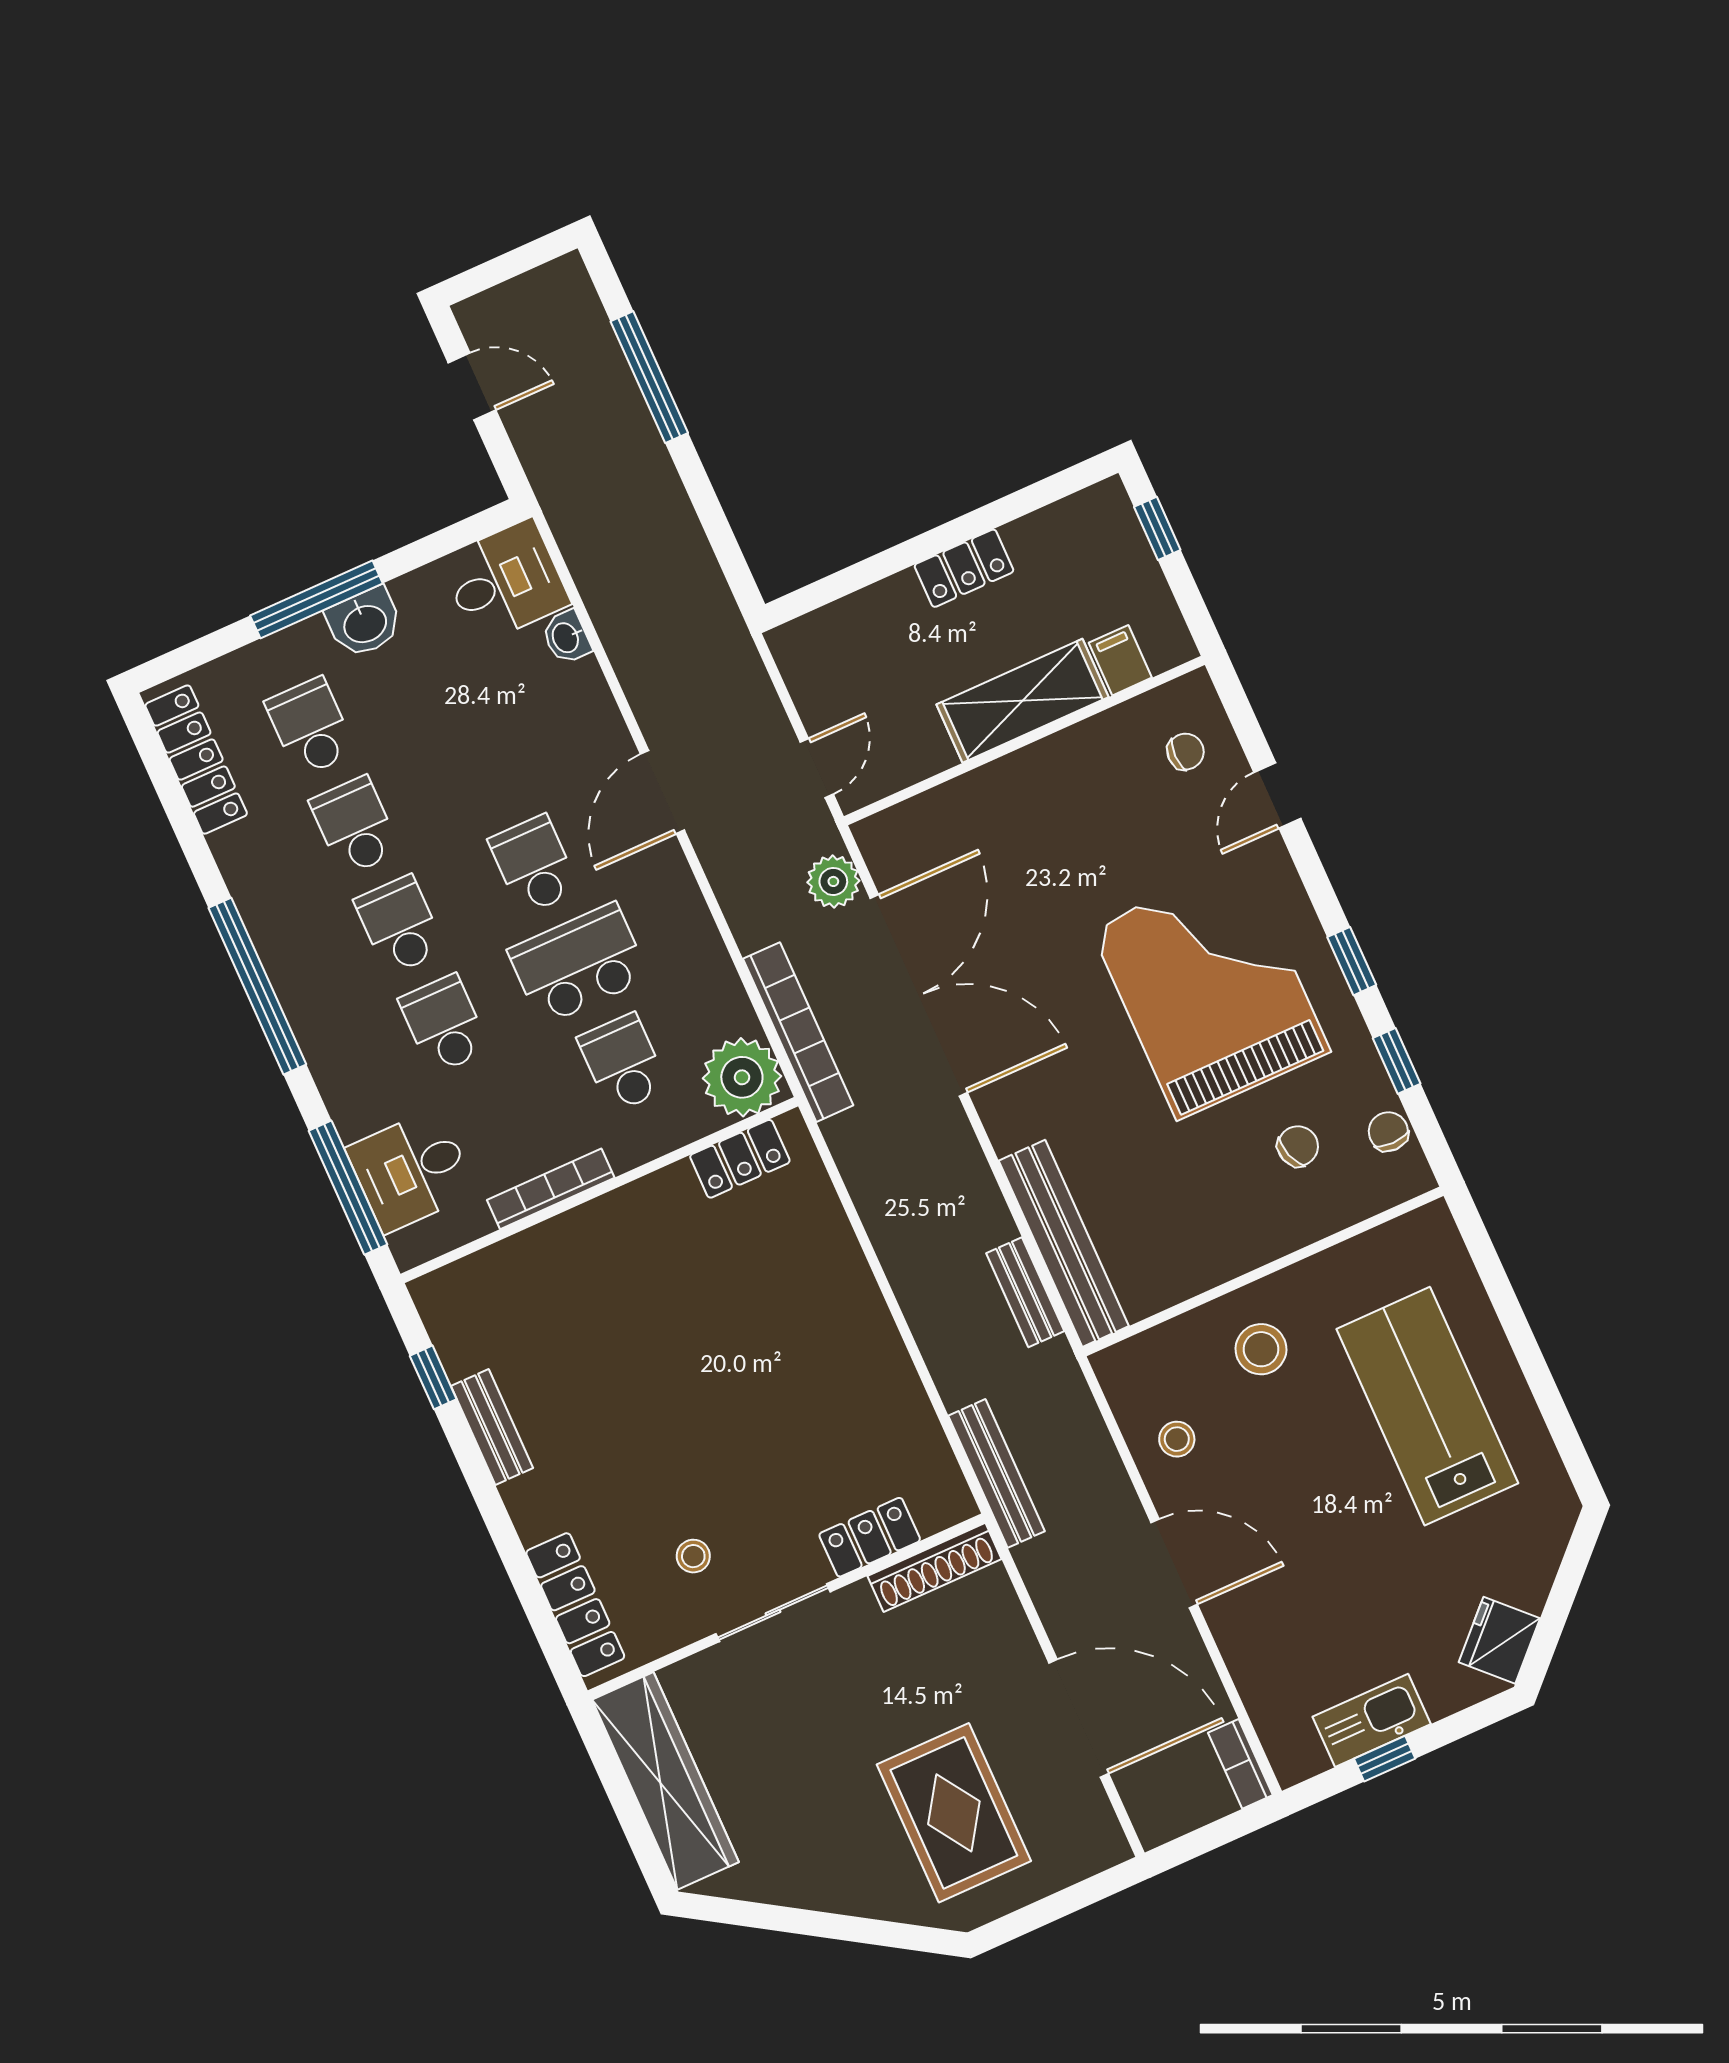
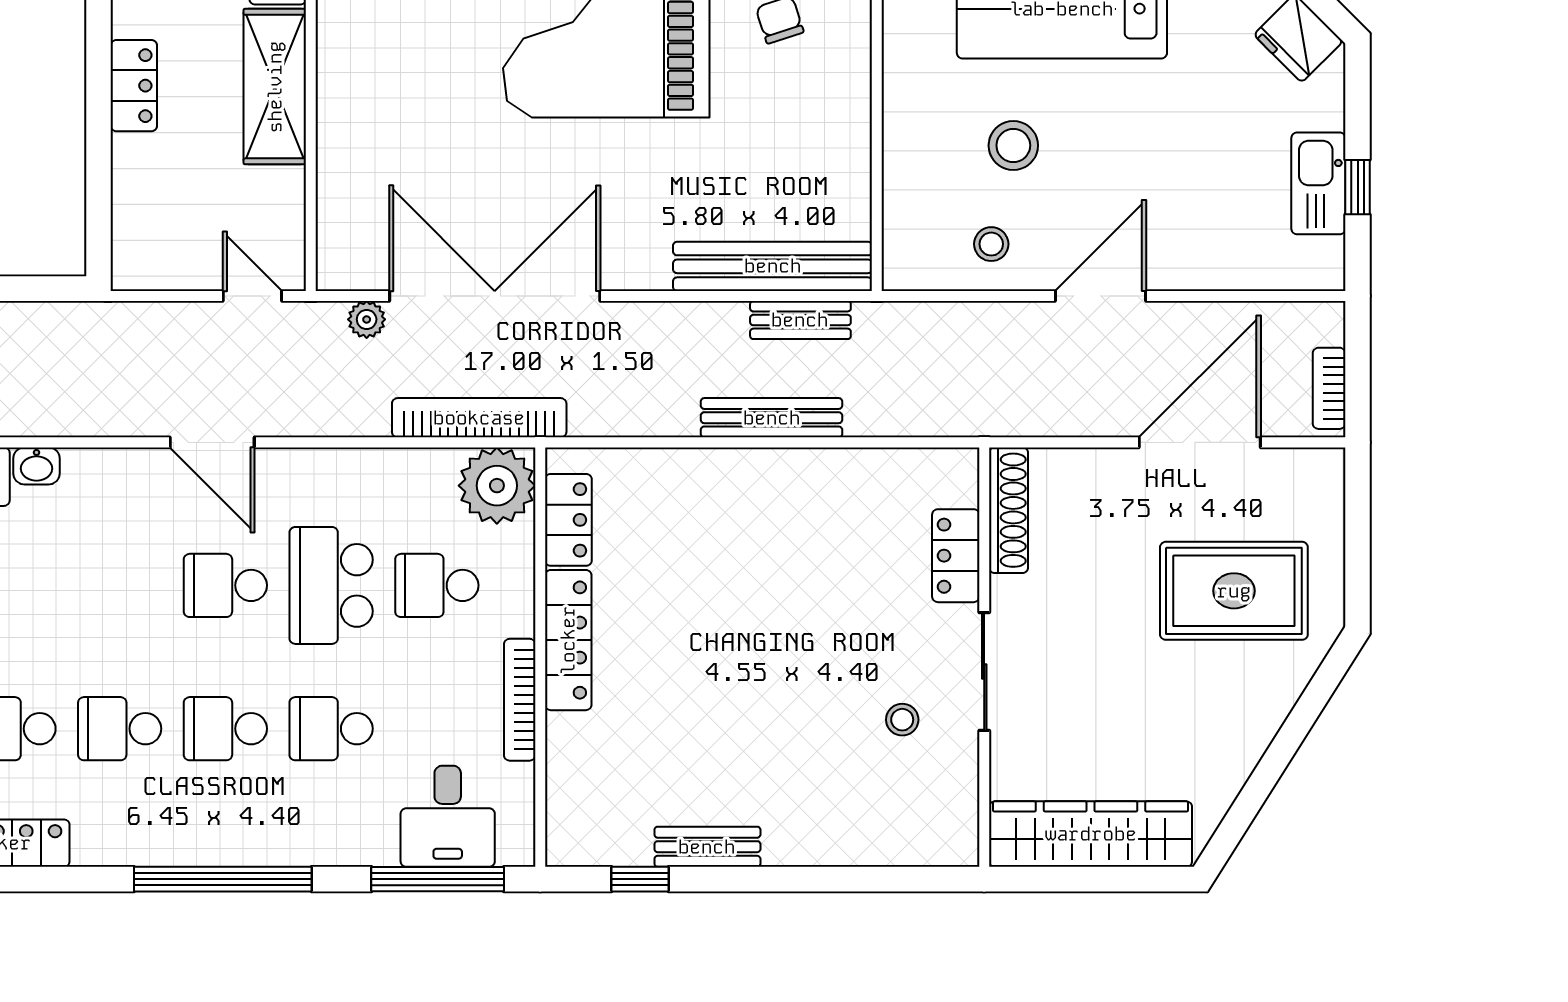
plant: (833, 881) -> (367, 319), width x0.73, depth x0.73
stool: (1261, 1349) -> (1013, 145), moved
bench: (996, 1473) -> (772, 418), moved
locker: (575, 1605) -> (568, 640), moved, turned 90
bookcase: (1240, 1764) -> (1329, 388), moved, turned 90

